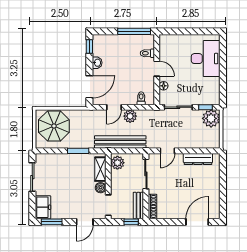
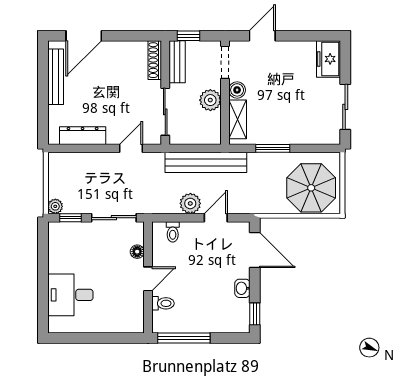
desk: (206, 59) -> (70, 295), width x0.73
door: (157, 69) -> (148, 279), swing flipped
door: (89, 87) -> (255, 250), swing flipped
plant: (211, 118) -> (55, 206), width x0.53, depth x0.53
plant: (117, 163) -> (210, 100), moved
bench: (215, 196) -> (56, 77), added
window: (52, 222) -> (315, 36), removed

